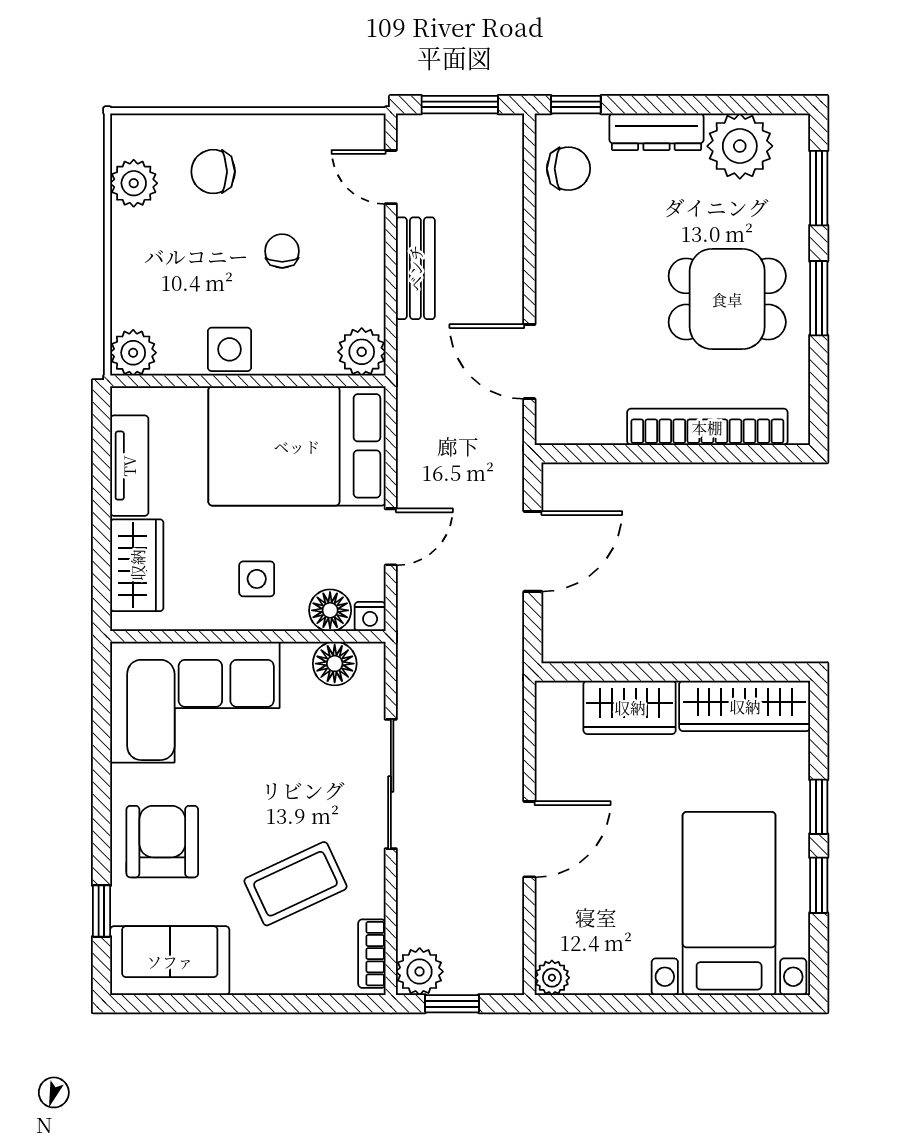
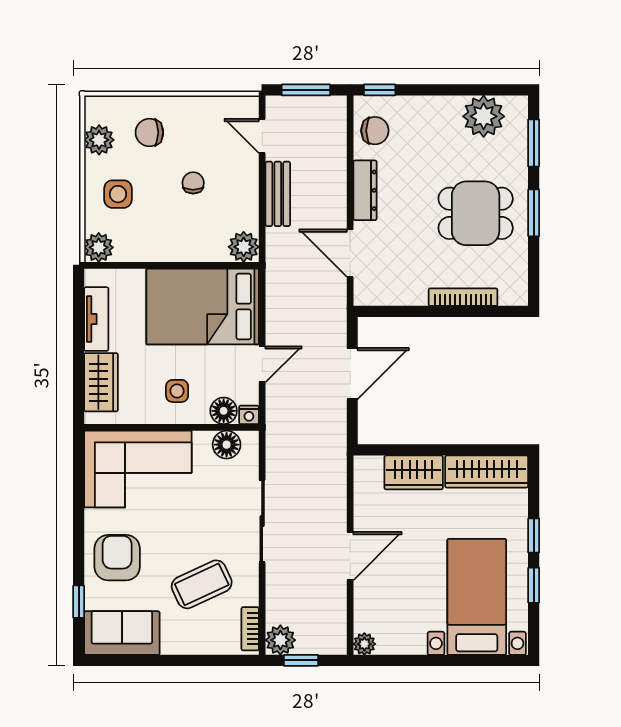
dresser: (656, 132) -> (365, 190), moved, turned -90
side table: (230, 349) -> (118, 194), moved
bookcase: (707, 427) -> (463, 297), width x0.68, depth x0.76

